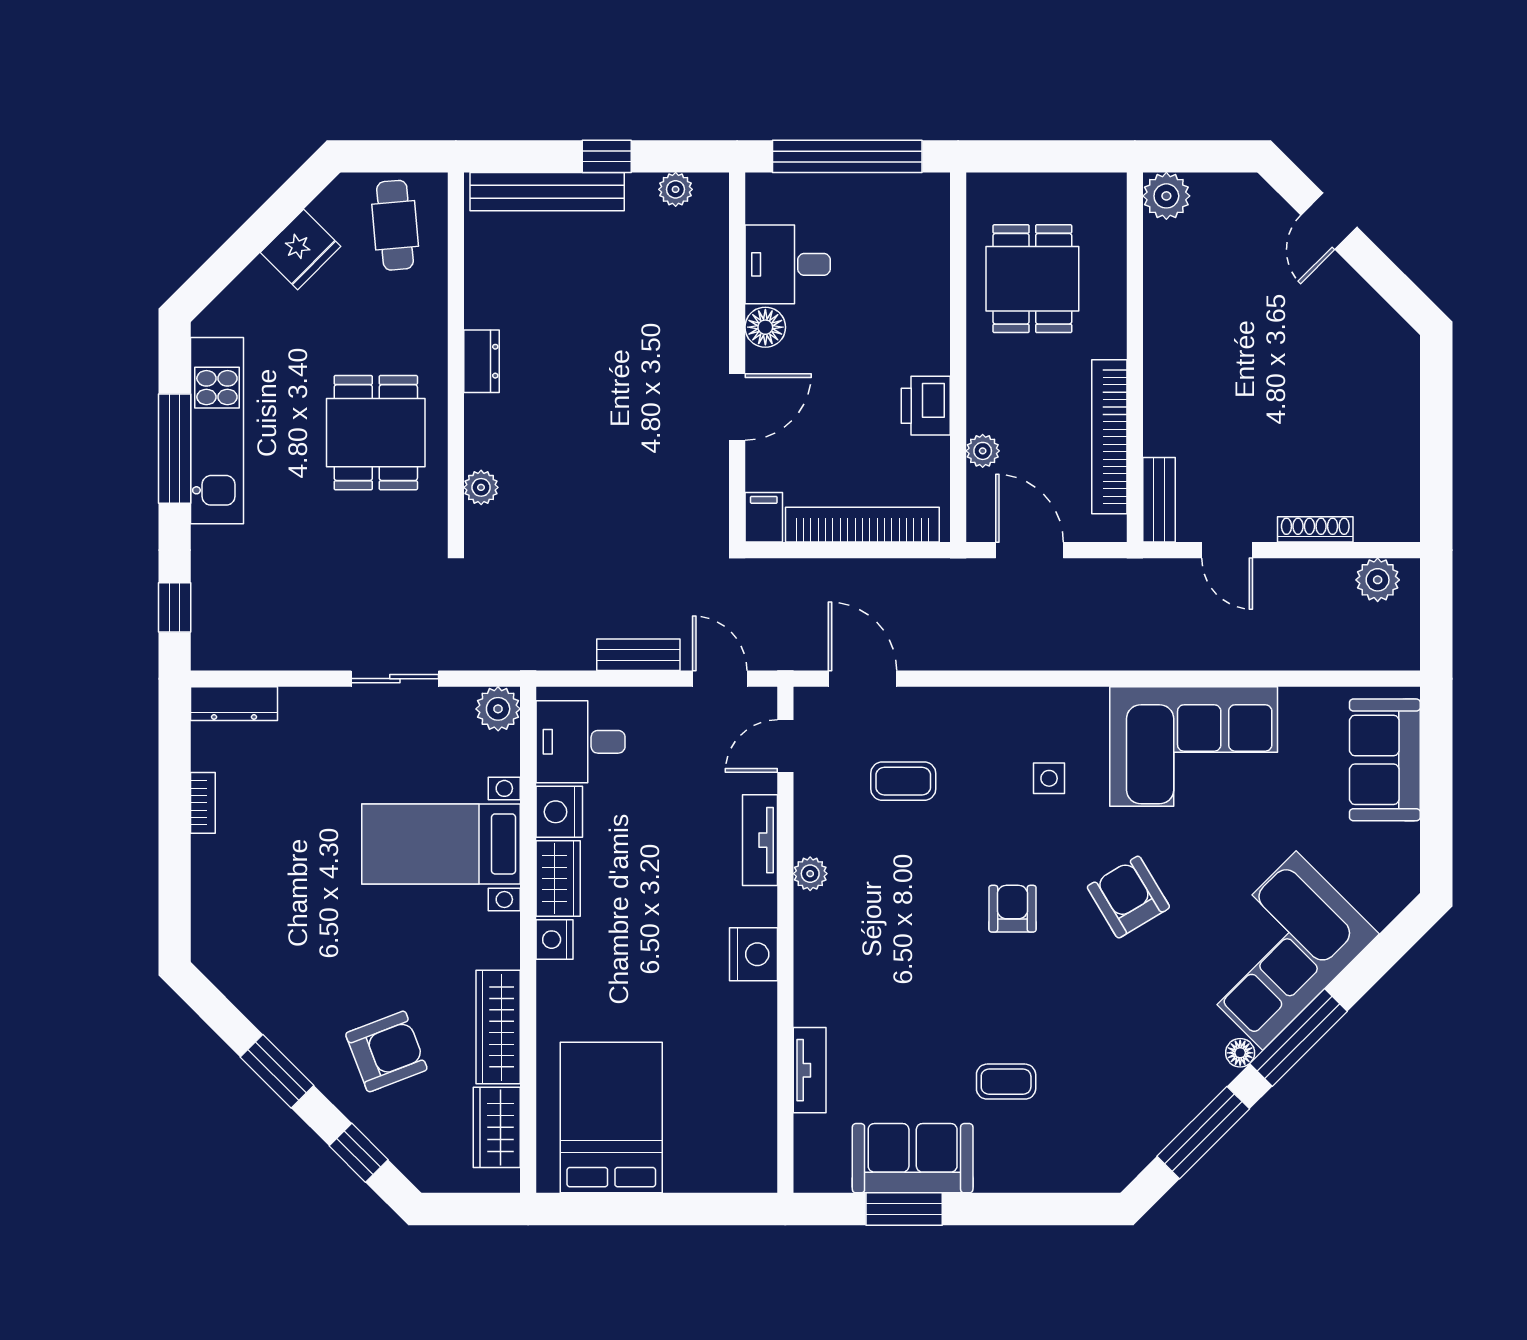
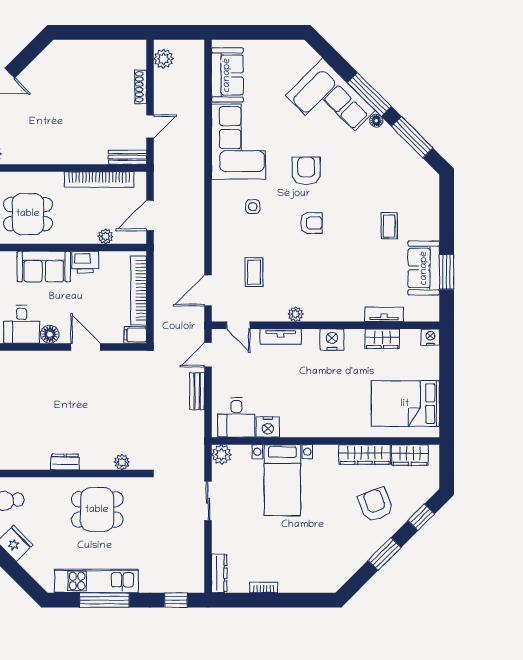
sofa: (916, 314) -> (44, 267), added
sofa: (1385, 760) -> (227, 75), moved, turned -90
wardrobe: (558, 879) -> (382, 339), moved, turned 180
armchair: (1128, 897) -> (306, 171), turned 121
armchair: (1012, 909) -> (311, 223), turned 180
nightstand: (555, 940) -> (430, 337), moved, turned 180

